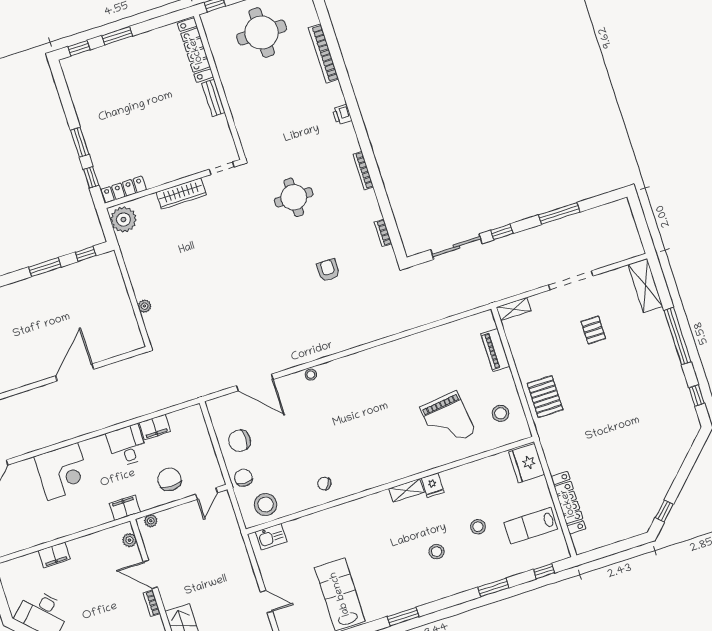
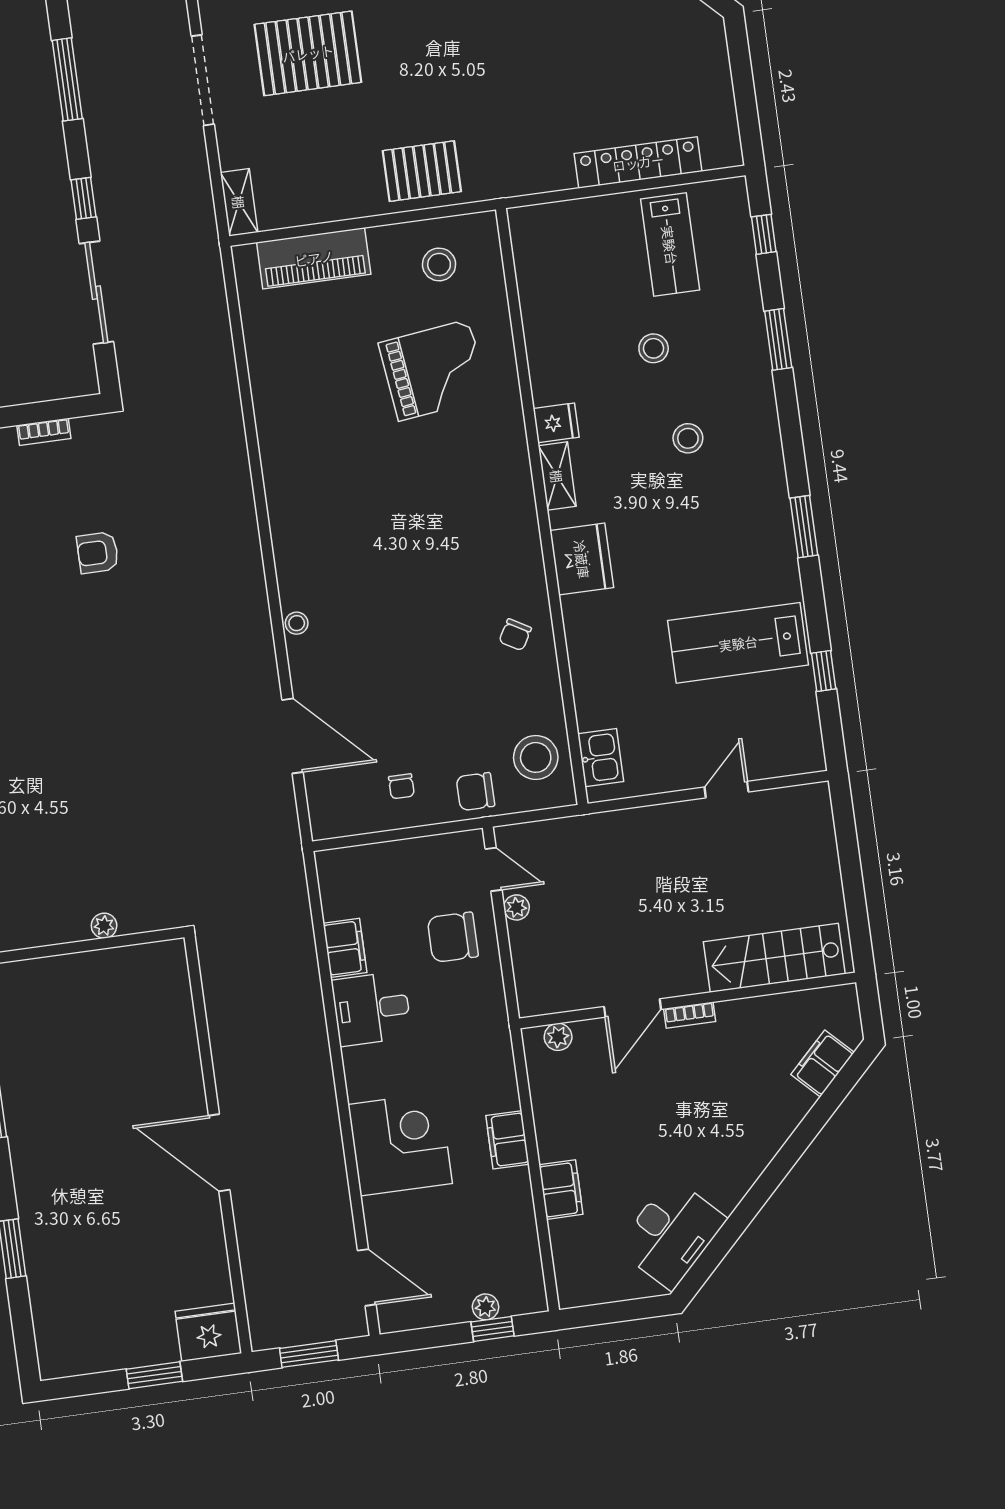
pallet: (593, 330) -> (308, 53), width x2.05, depth x2.00
piano: (495, 350) -> (314, 258), width x1.37, depth x1.33
door: (75, 372) -> (219, 1153), moved
door: (255, 382) -> (293, 736), hinge flipped
chair: (239, 441) -> (401, 786), width x0.54, depth x0.54
fridge: (527, 463) -> (582, 559), moved, turned -90
filing cabinet: (125, 508) -> (507, 1140), moved
plant: (151, 521) -> (516, 907), moved

